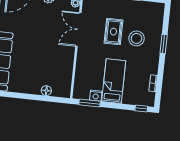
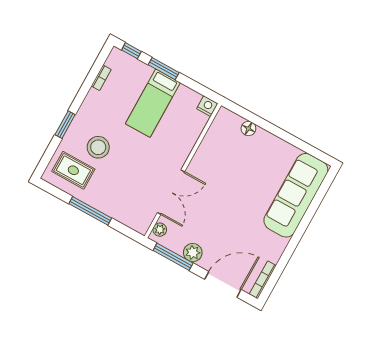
rug: (113, 32) -> (73, 170), moved, turned 90
nightstand: (96, 96) -> (207, 106), moved
window: (90, 103) -> (164, 69), moved

